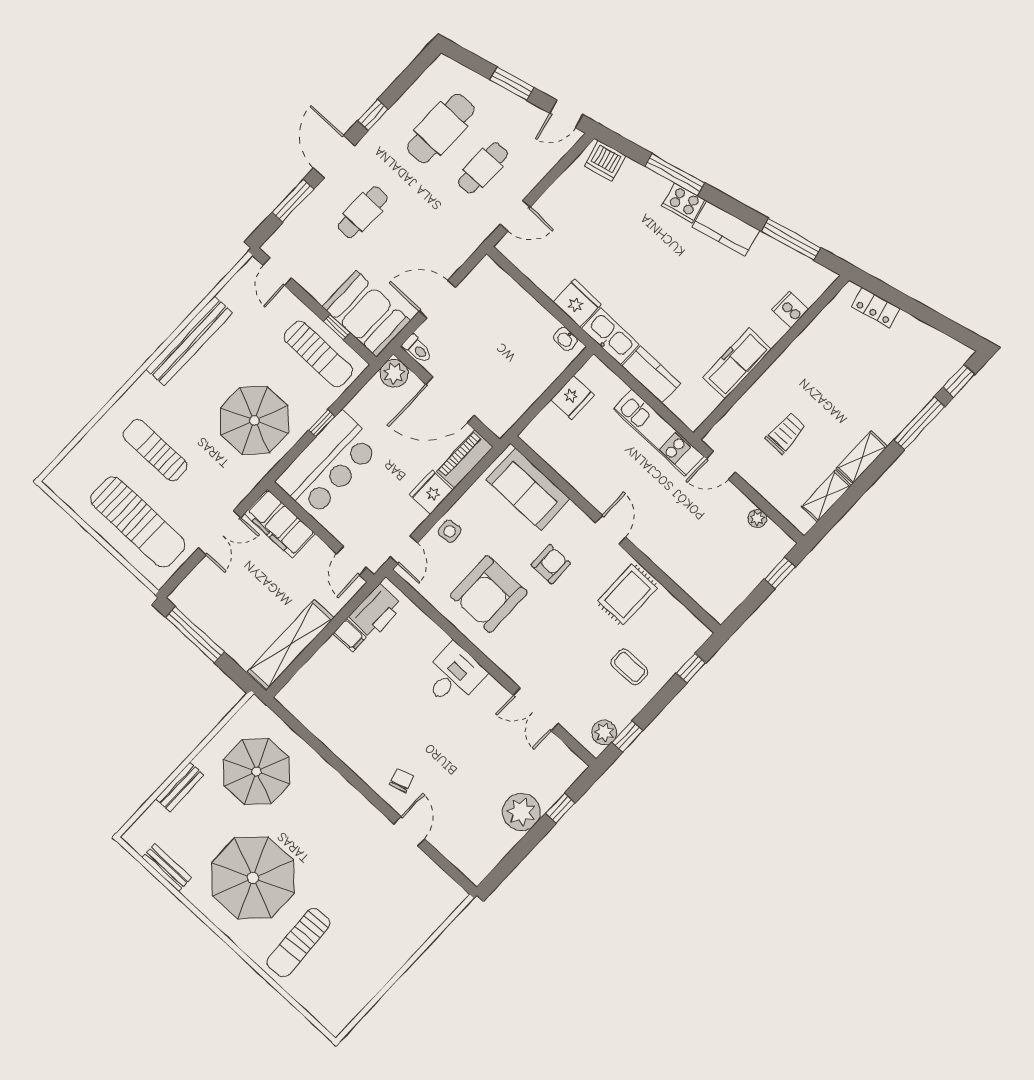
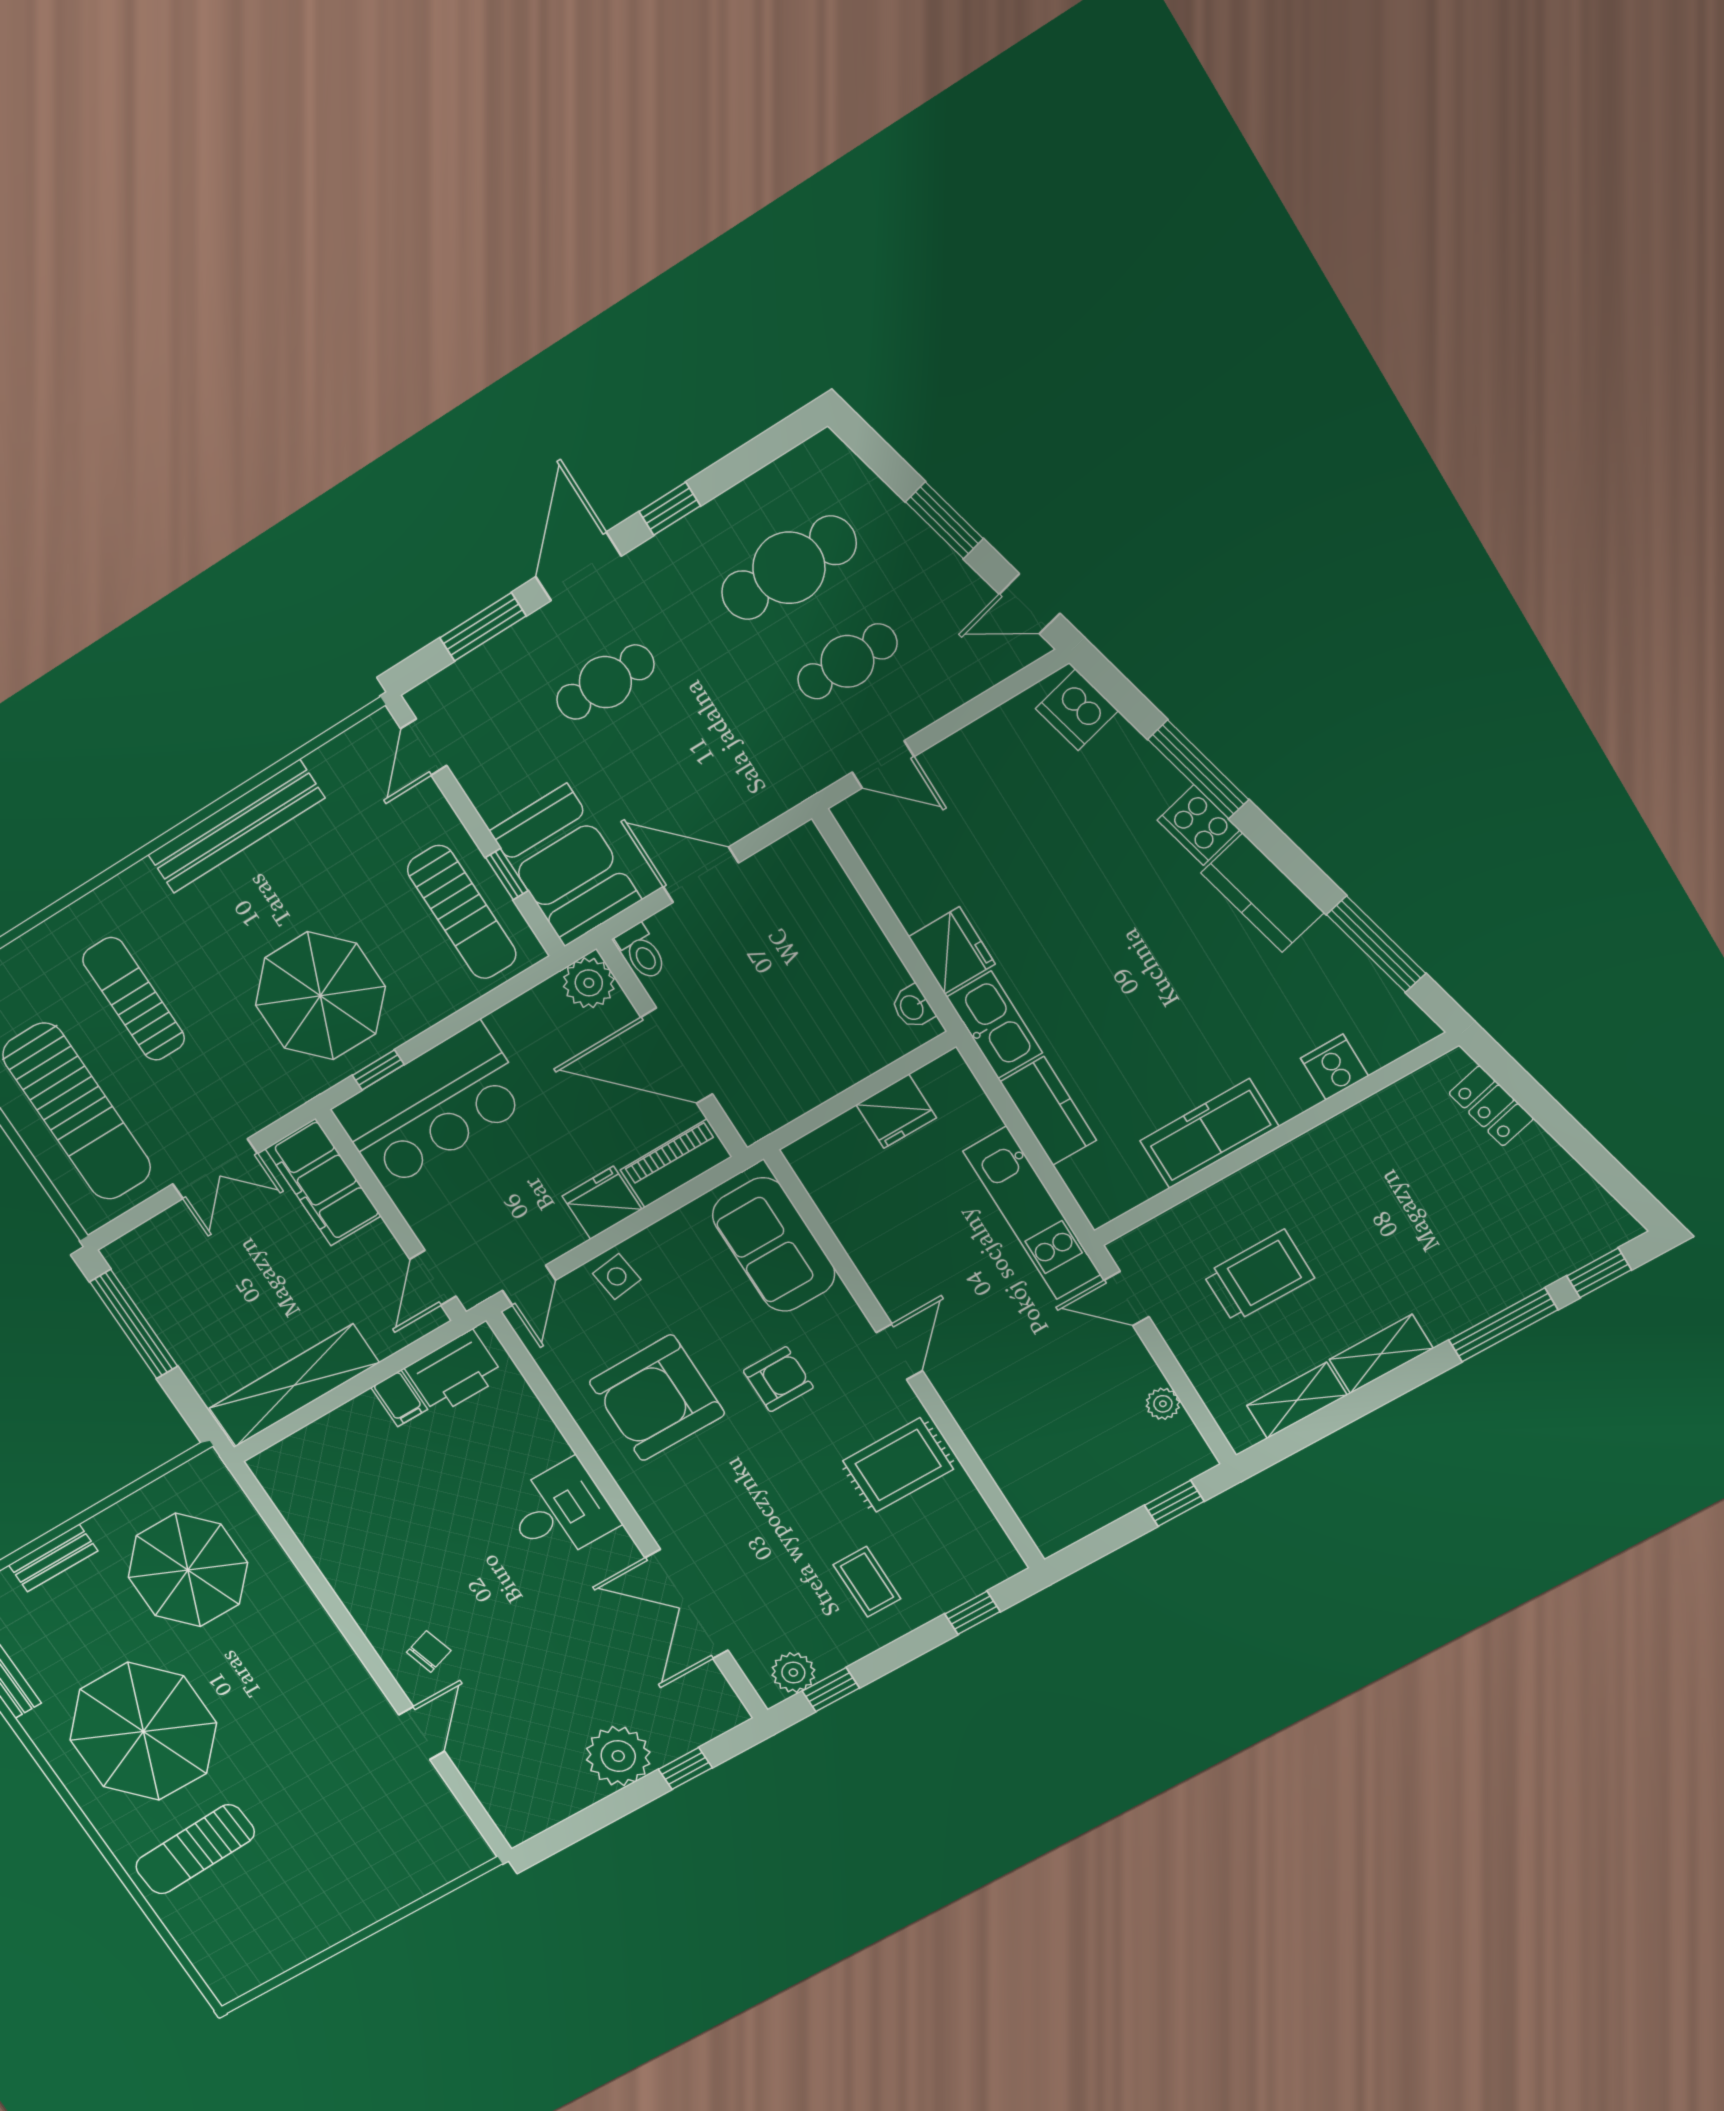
window: (322, 423) -> (378, 1070), moved
trolley: (786, 433) -> (1259, 1276), width x1.36, depth x1.39
double door: (536, 709) -> (687, 1604), width x1.37

